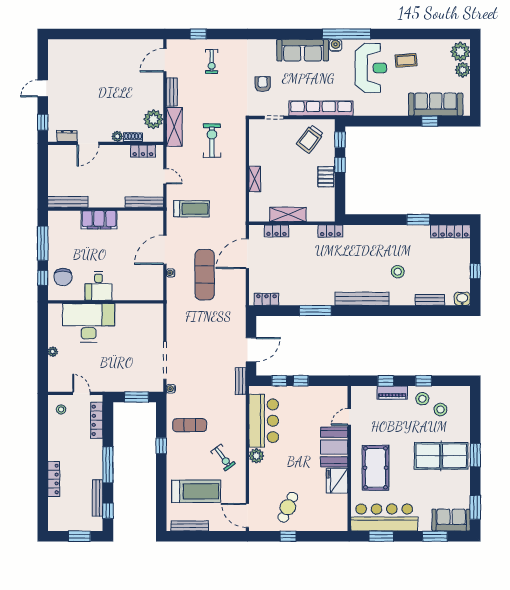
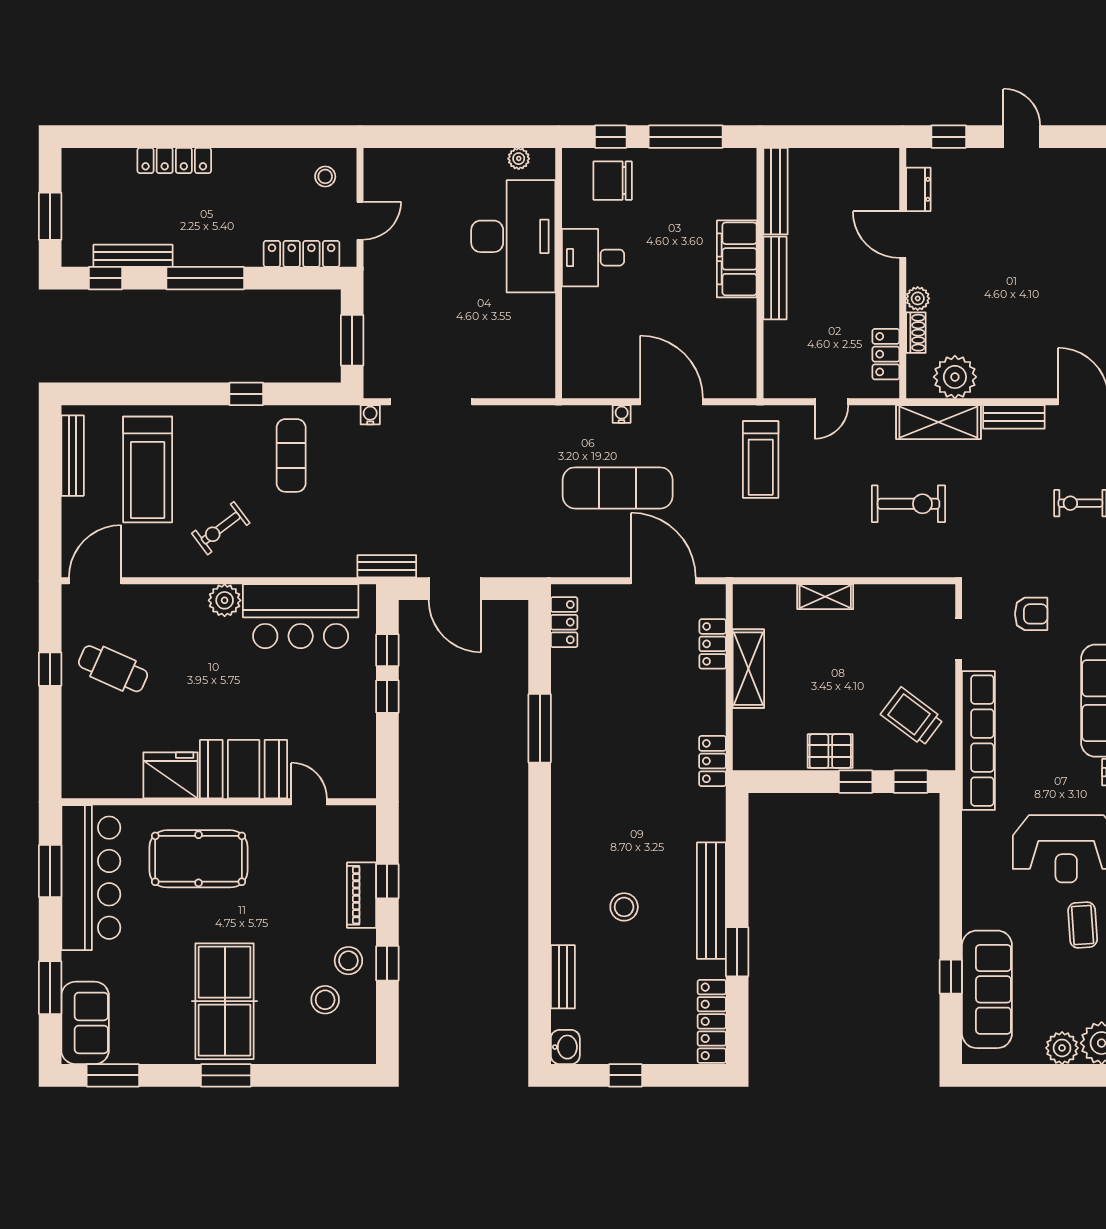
bench: (144, 202) -> (775, 278), moved
bench: (362, 299) -> (711, 901), moved
plant: (53, 352) -> (519, 159), moved

